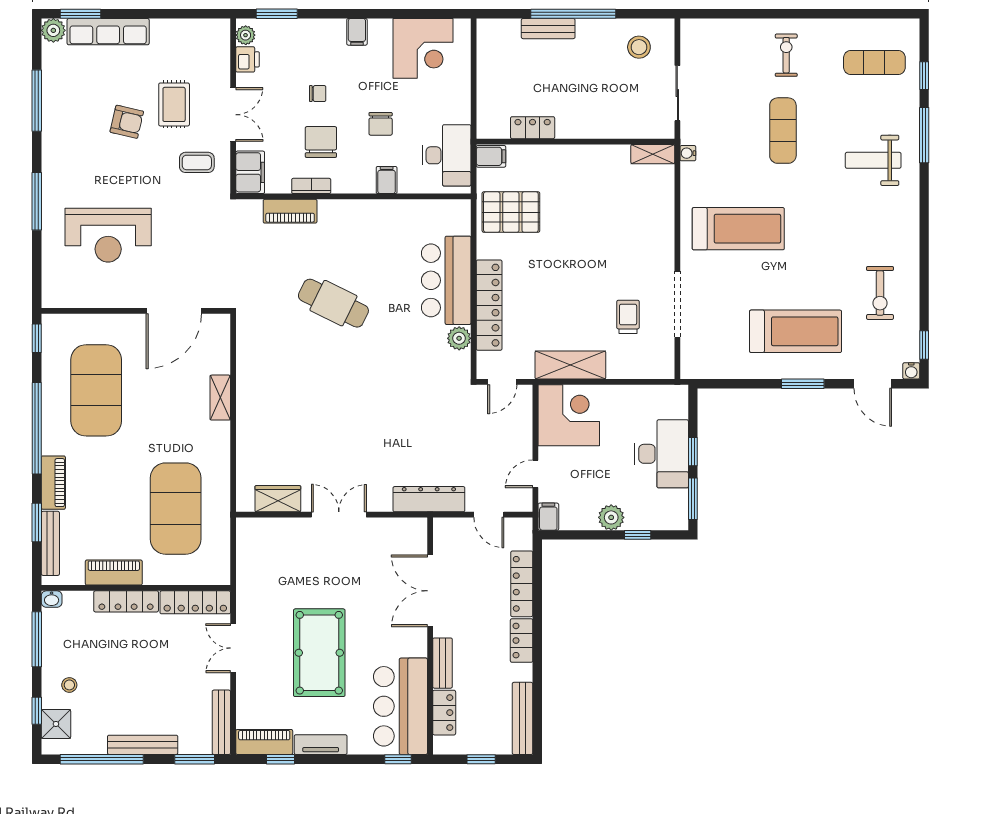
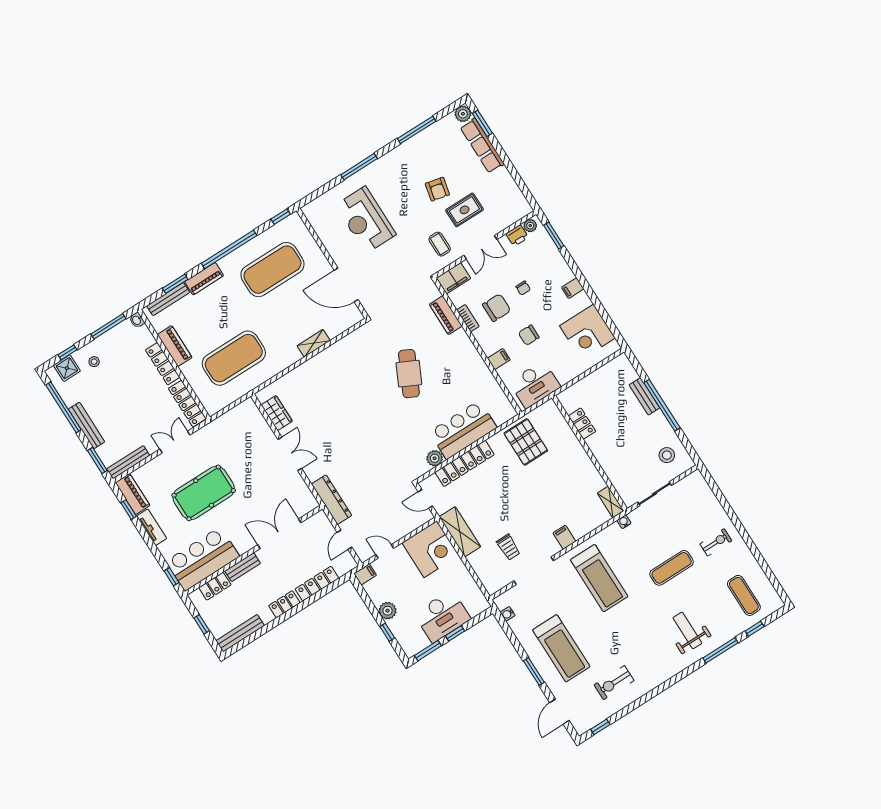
filing cabinet: (491, 156) -> (564, 537), moved, turned 180
trolley: (628, 317) -> (508, 547), turned 90
water cooler: (911, 371) -> (508, 614), moved

